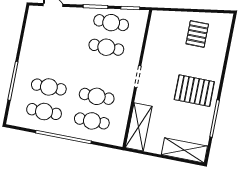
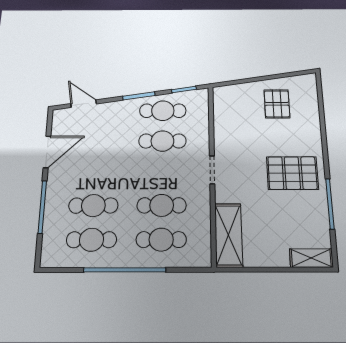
door: (21, 39) -> (47, 152), added
shelving: (184, 150) -> (311, 258), width x0.67, depth x0.75

